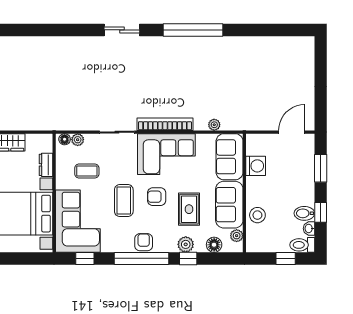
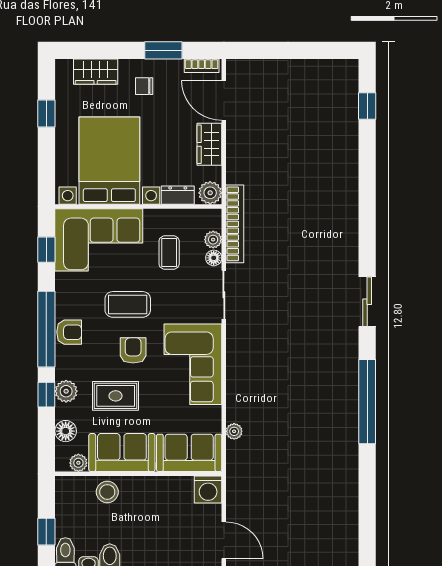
bookcase: (165, 124) -> (235, 224), moved
floor lamp: (65, 139) -> (214, 258), moved
plant: (44, 142) -> (210, 193), added
washing machine: (256, 166) -> (208, 490), moved

